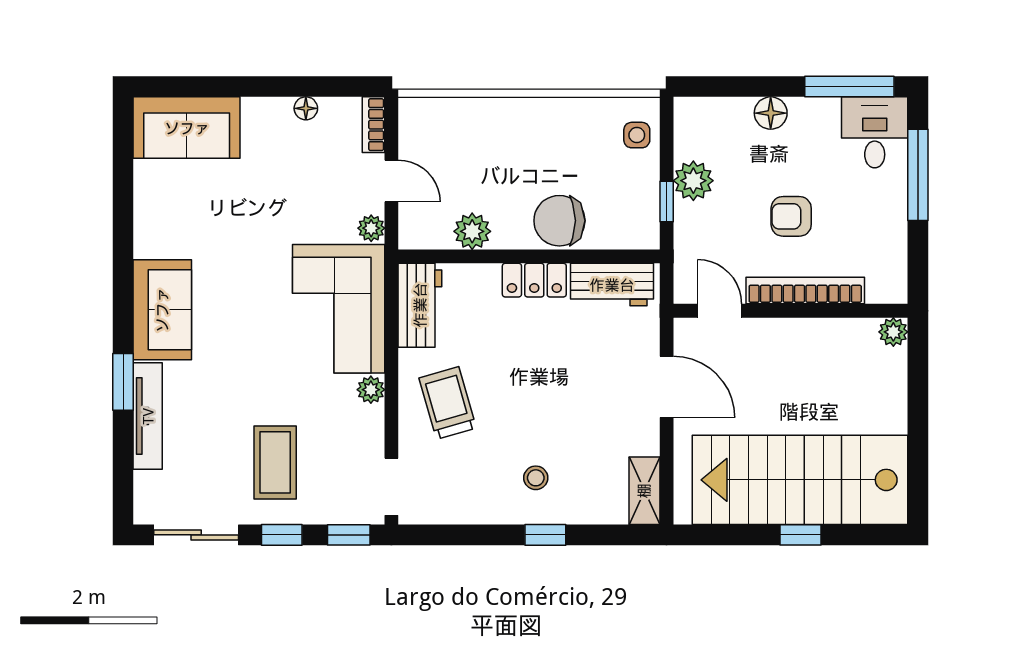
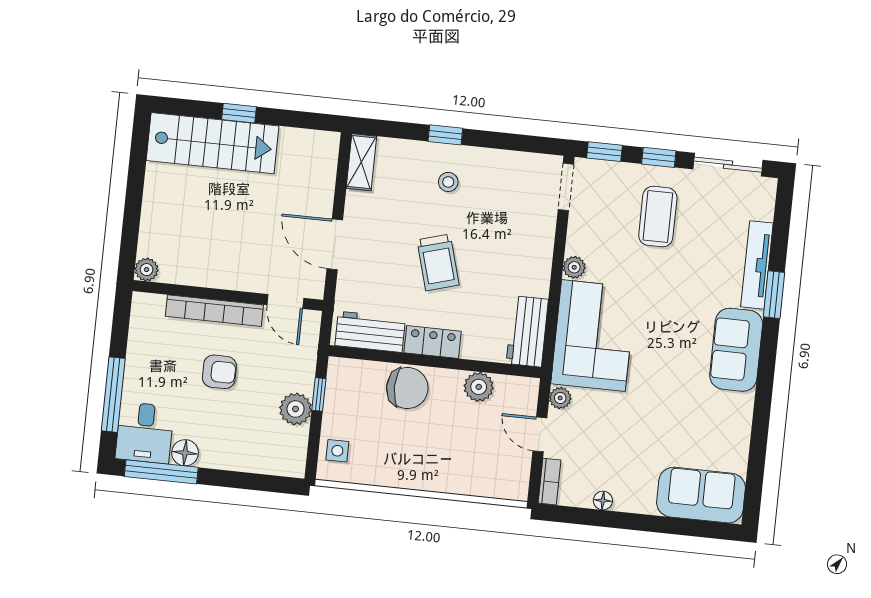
floor lamp: (771, 113) -> (185, 453), moved
trolley: (448, 403) -> (438, 262), moved
stairs: (800, 480) -> (213, 143), width x0.73, depth x0.66

